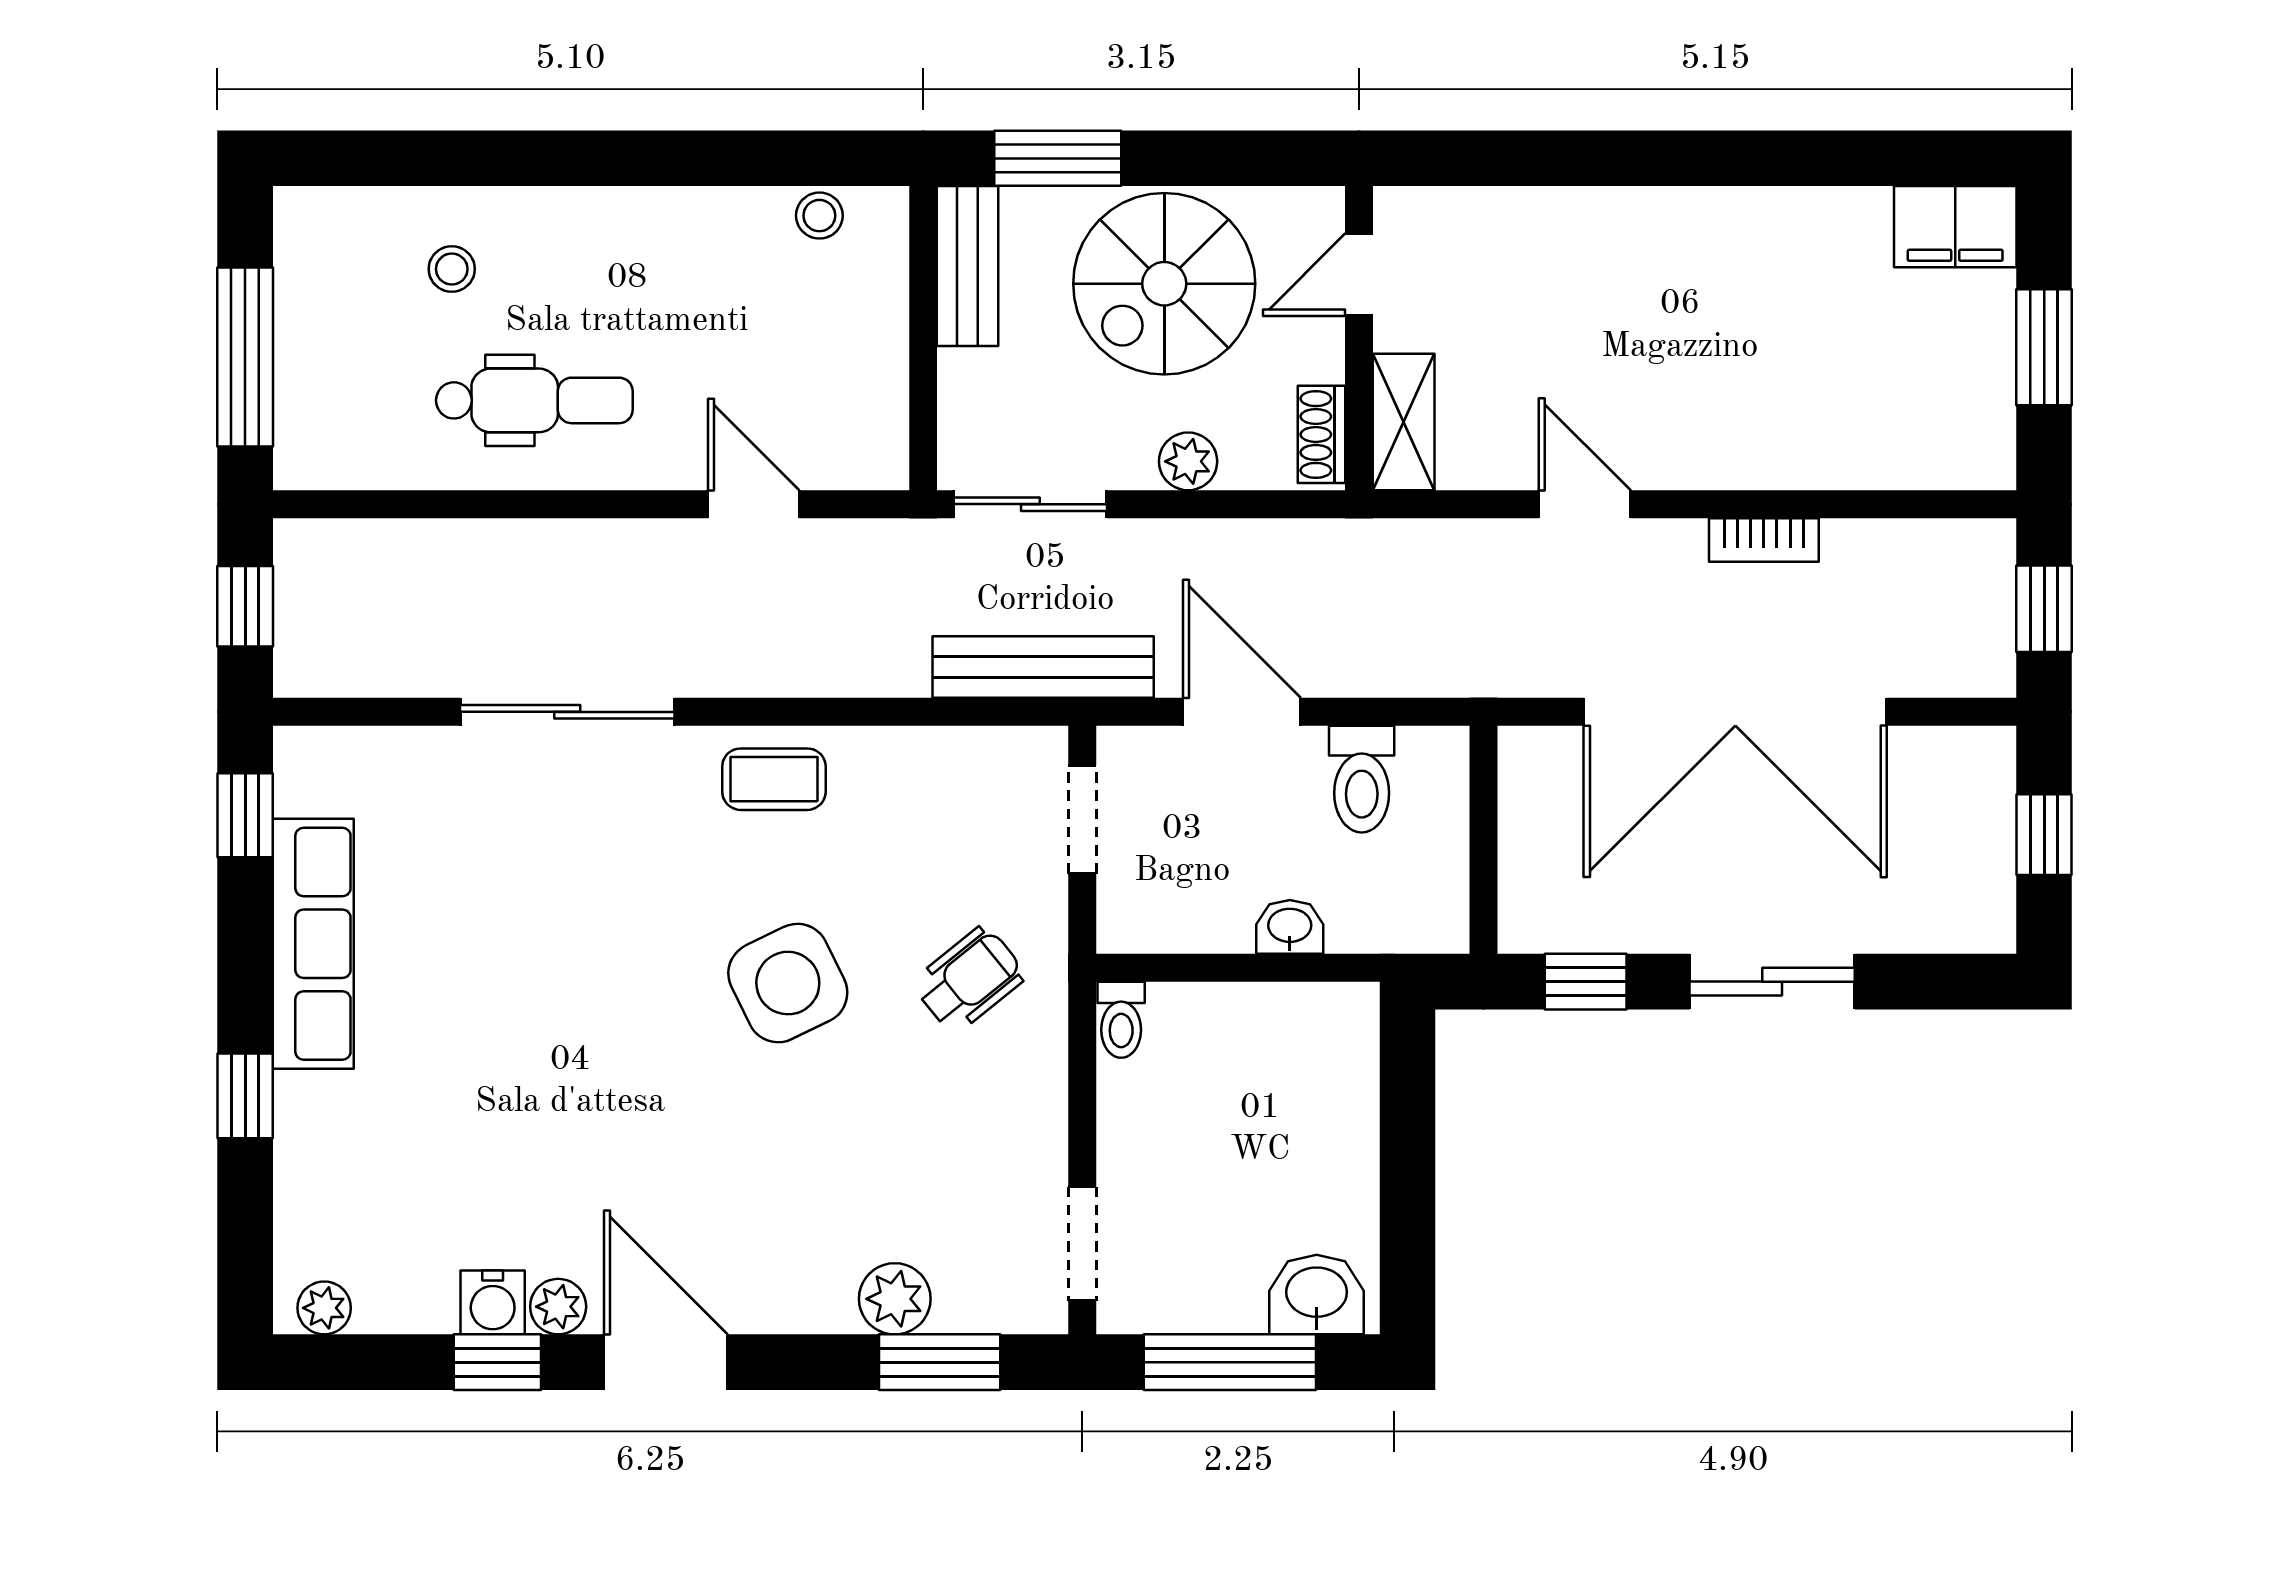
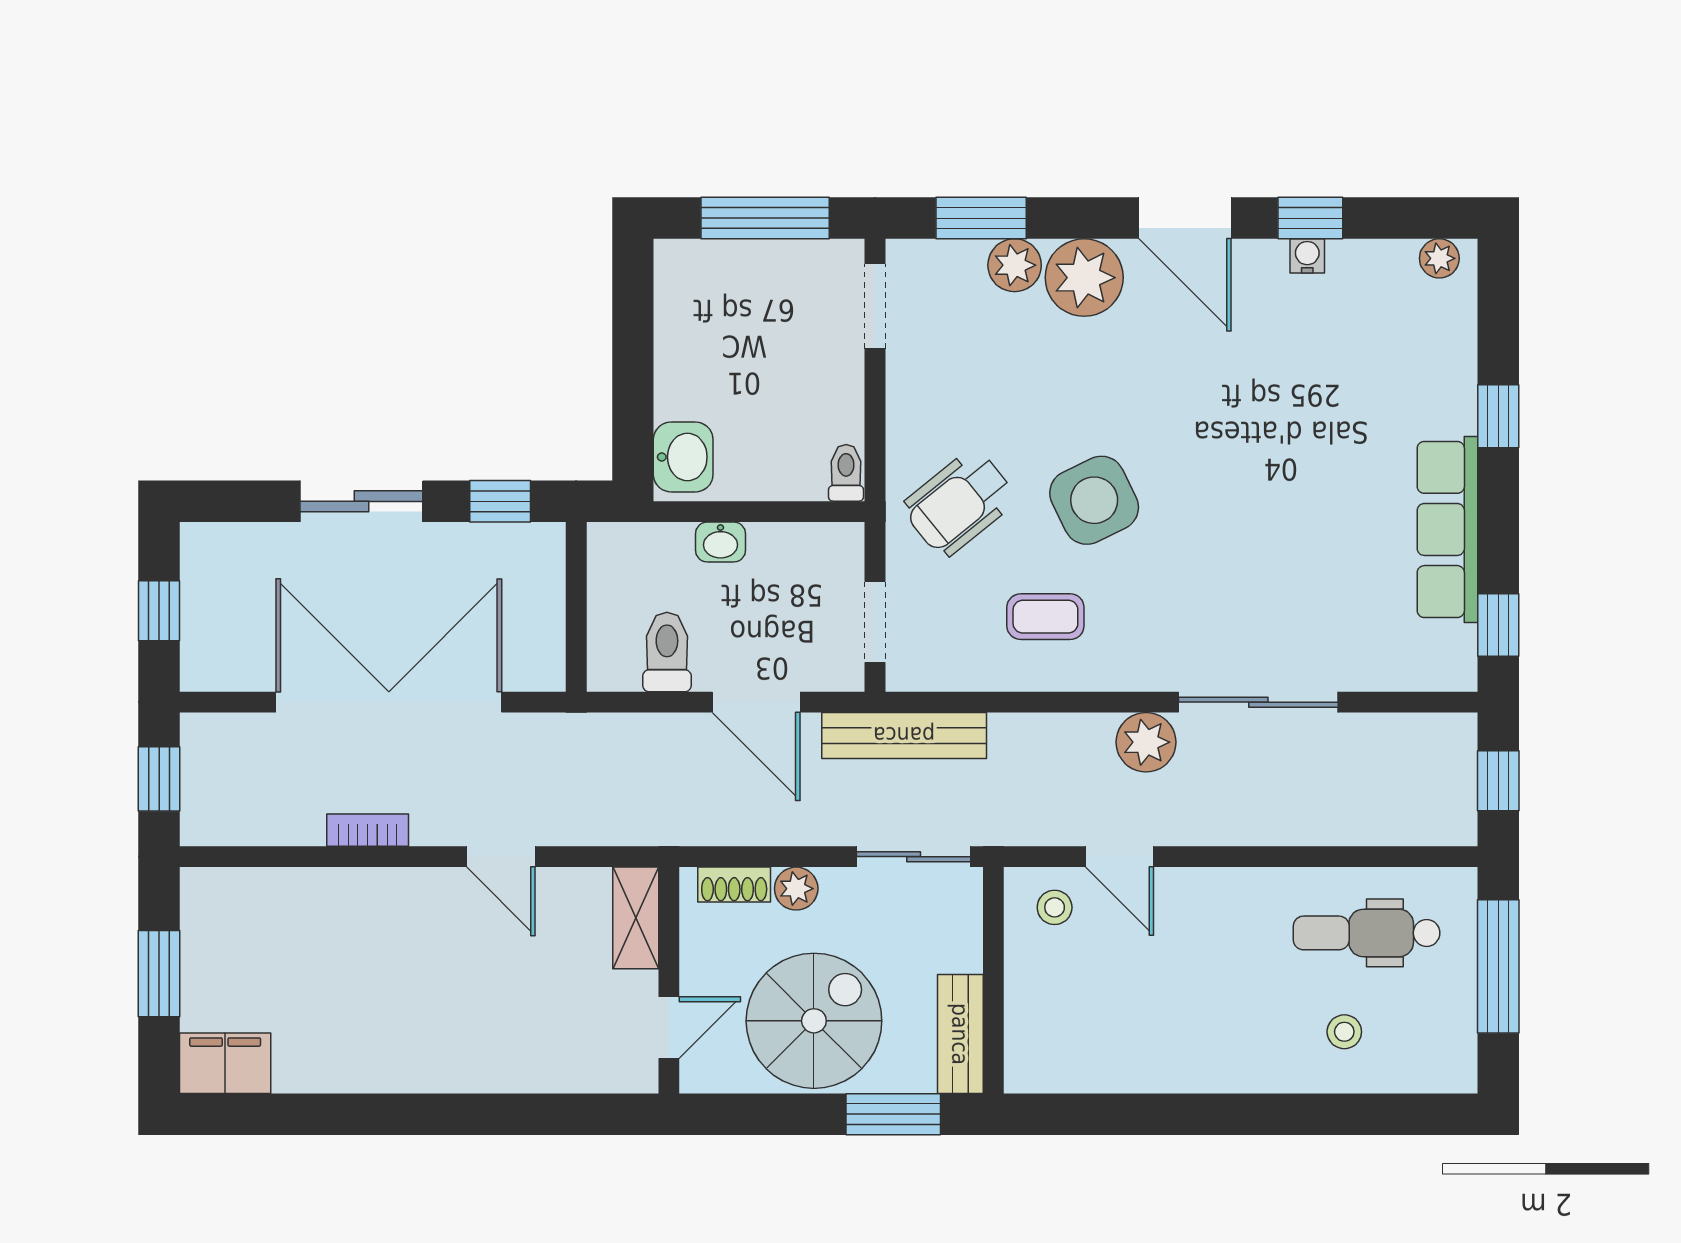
stool: (819, 216) -> (1055, 907), moved
dental chair: (534, 400) -> (1367, 933), moved
shoe rack: (1322, 434) -> (734, 885), moved, turned 90
plant: (718, 658) -> (1146, 742), added
coffee table: (774, 779) -> (1045, 617), moved
wheelchair: (969, 979) -> (959, 503), width x1.36, depth x1.37
washbasin: (1317, 1295) -> (683, 457), moved, turned -90
water cooler: (493, 1302) -> (1307, 256), width x0.72, depth x0.72
plant: (558, 1307) -> (1084, 278), moved, width x1.88, depth x1.88

